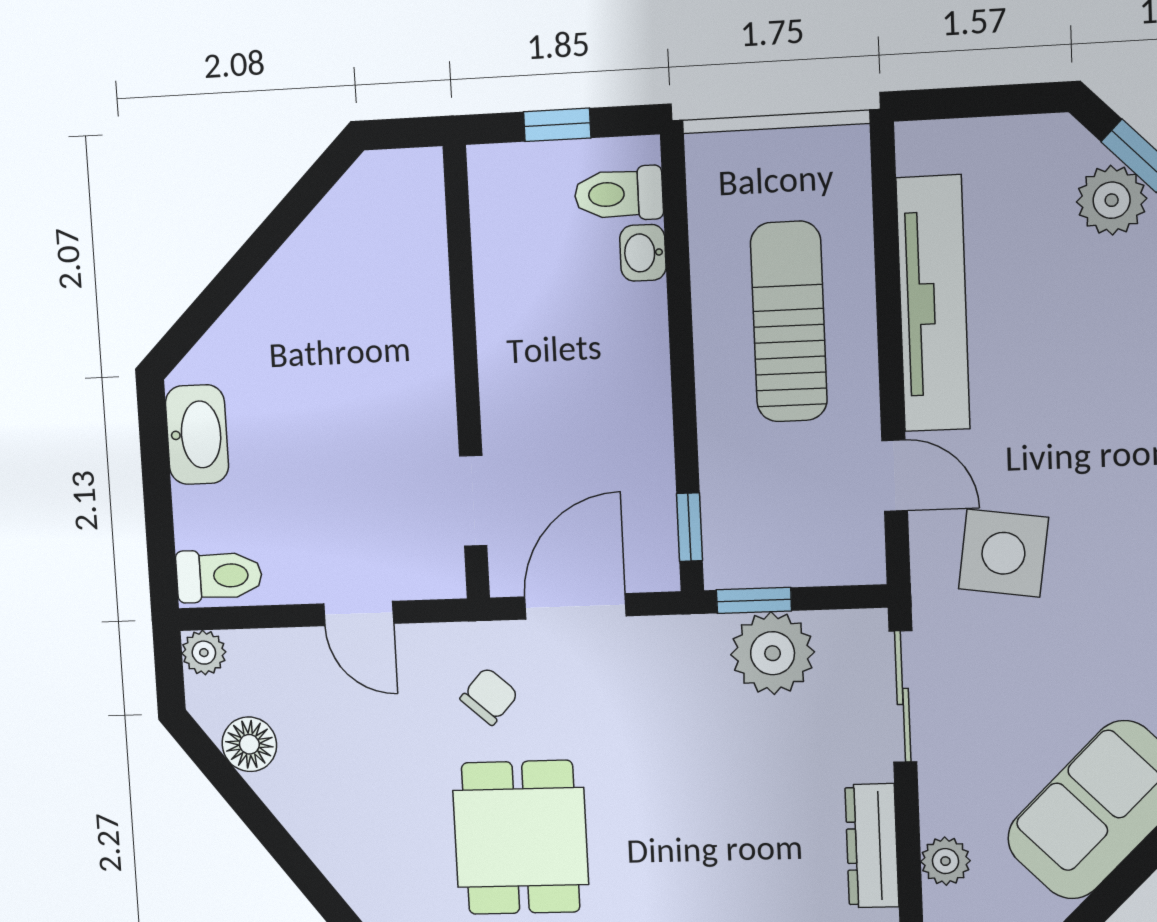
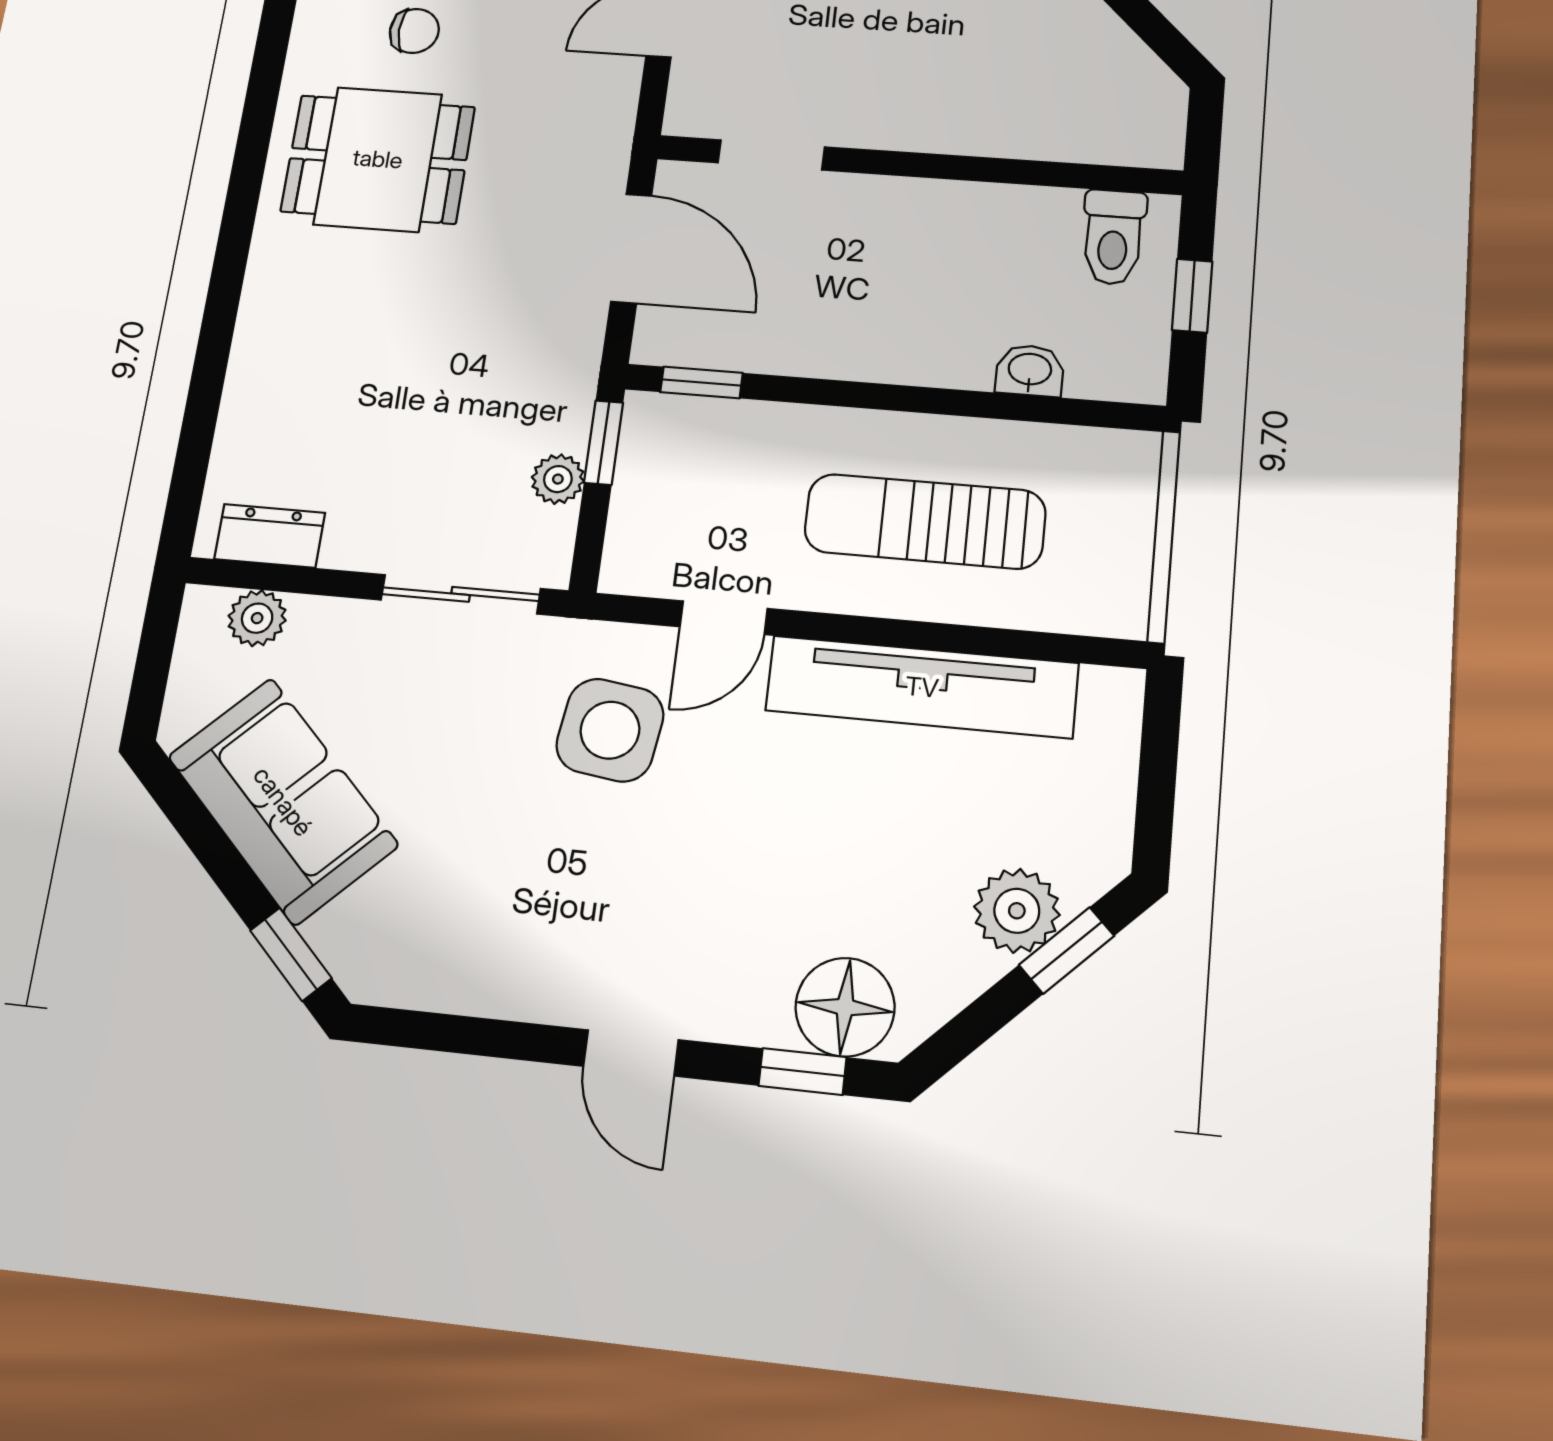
toilet: (619, 194) -> (1113, 237), moved, turned 180
sun lounger: (789, 322) -> (925, 521), turned 180
plant: (773, 653) -> (558, 479), width x0.53, depth x0.53
chair: (489, 696) -> (414, 31), moved, turned -42
dresser: (872, 846) -> (270, 536), width x0.70

